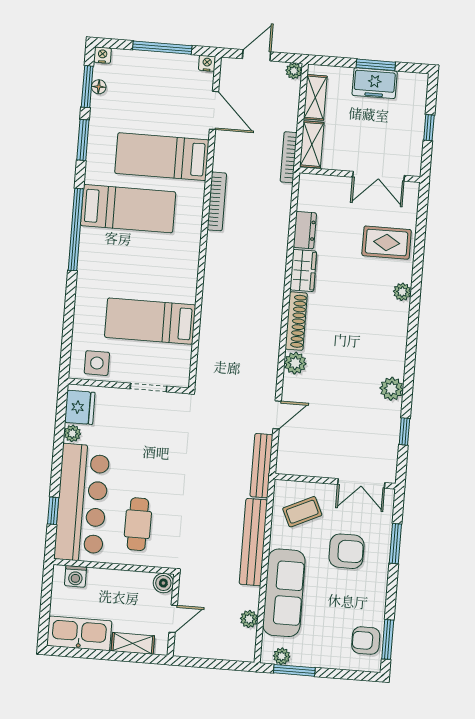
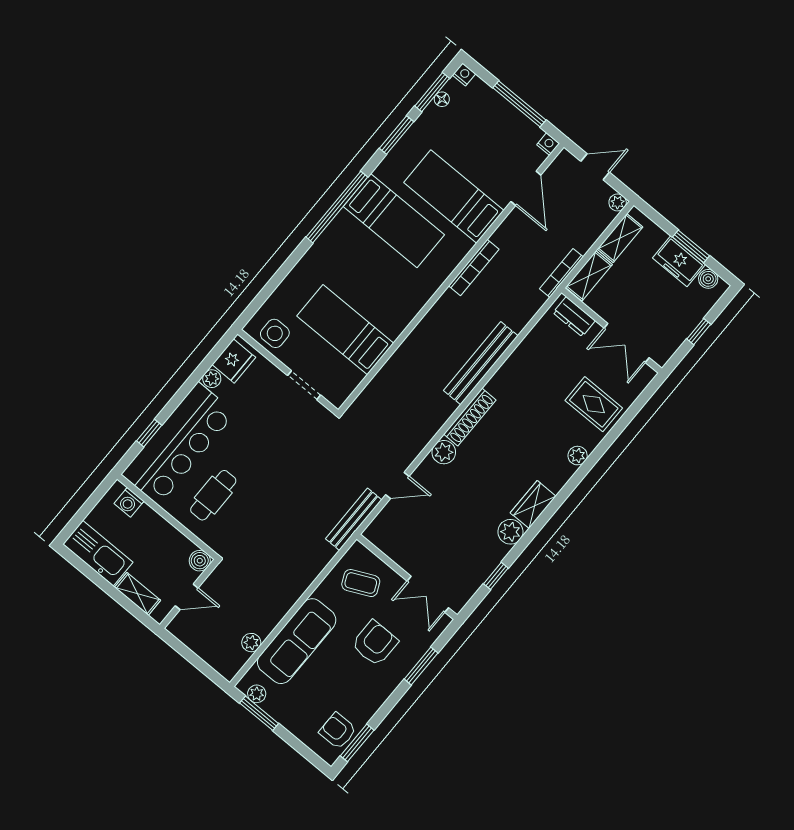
boiler: (407, 81) -> (708, 279), added
dresser: (305, 230) -> (574, 317), moved, turned 90
wardrobe: (303, 270) -> (533, 505), moved, turned 180
bench: (253, 542) -> (481, 363), moved
armchair: (346, 551) -> (375, 643), turned -90

